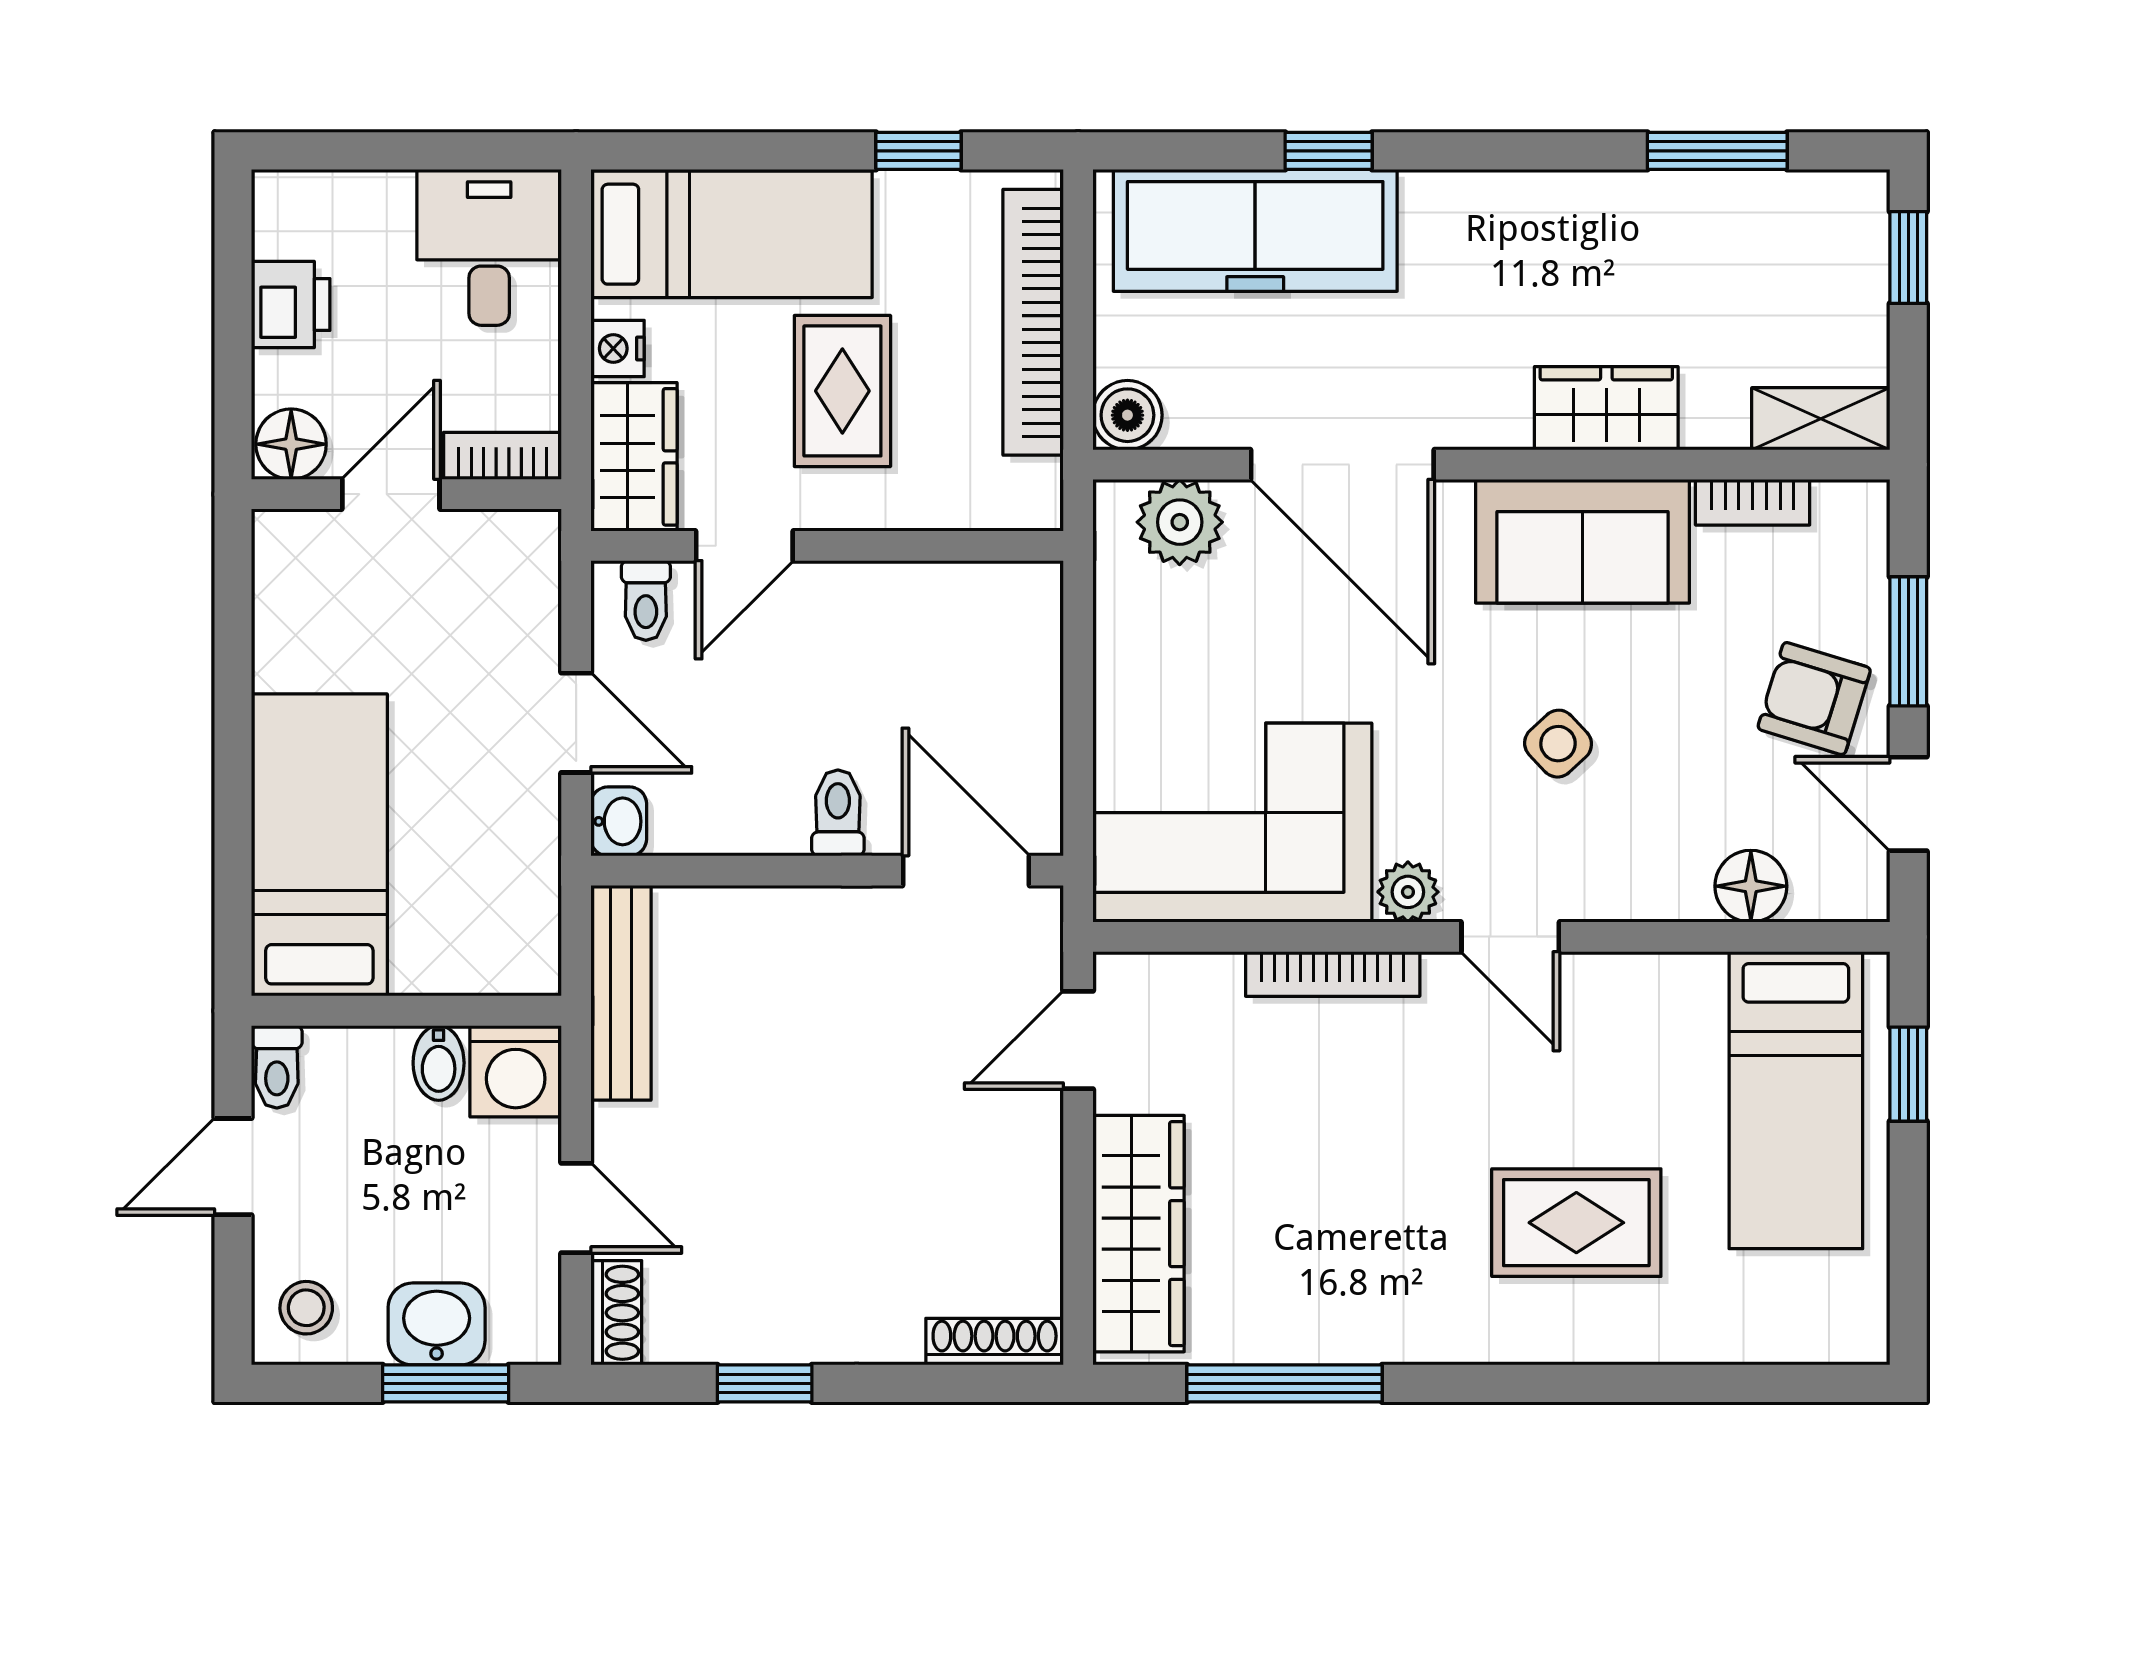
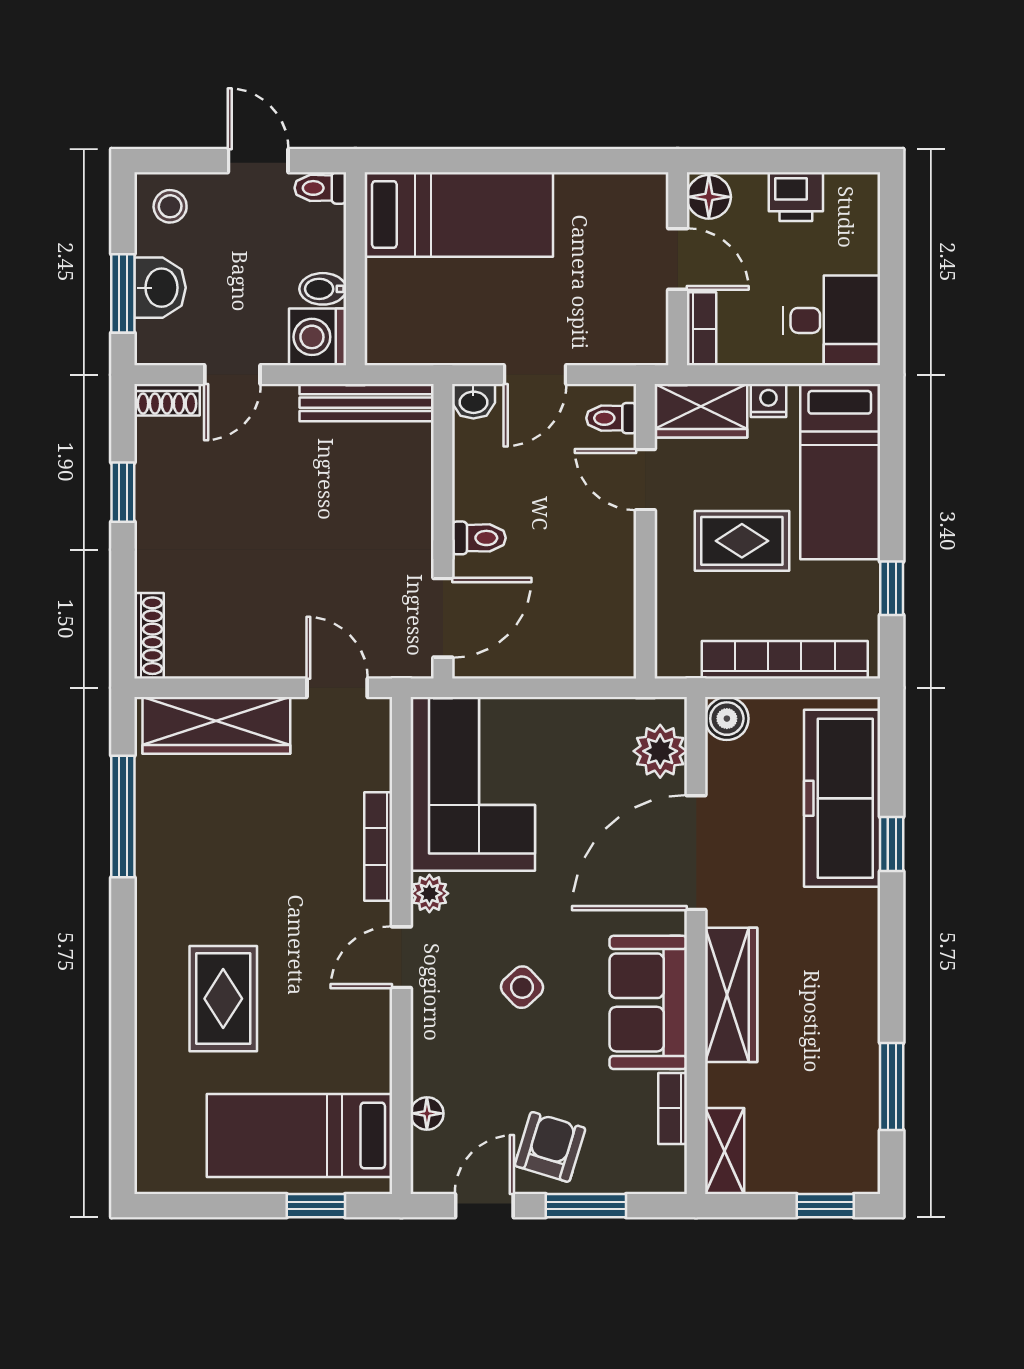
wardrobe: (1606, 408) -> (731, 995), width x1.50
floor lamp: (1751, 886) -> (427, 1113), width x0.73, depth x0.73

